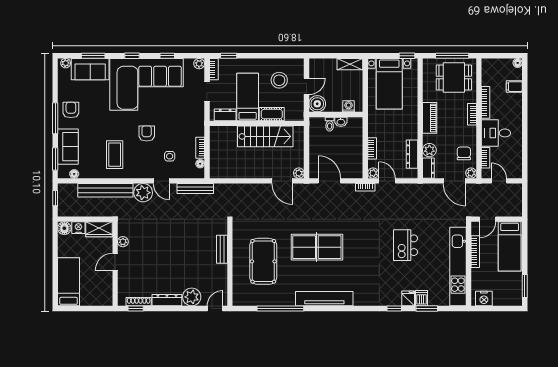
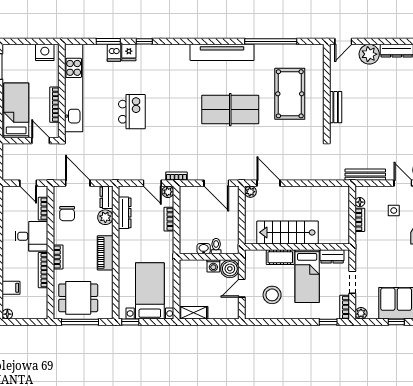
washing machine: (349, 106) -> (213, 266), moved
plant: (471, 173) -> (59, 192), removed
door: (488, 219) -> (41, 141), hinge flipped

